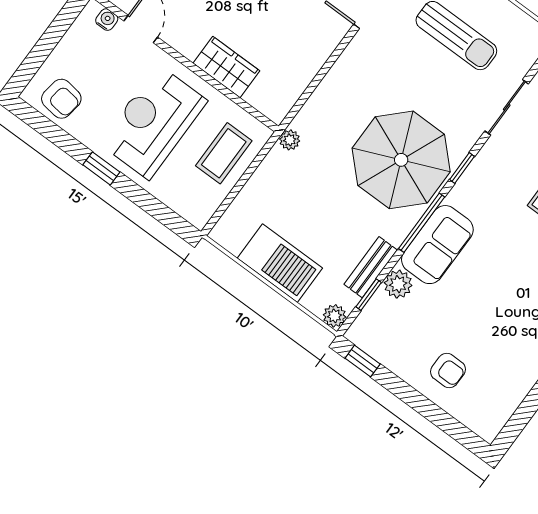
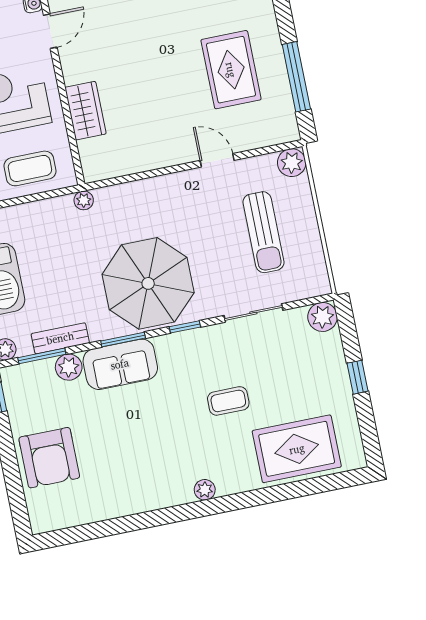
window: (422, 223) -> (123, 339), width x0.69
window: (369, 295) -> (42, 356), width x1.50
armchair: (448, 371) -> (49, 458), width x1.88, depth x1.88

